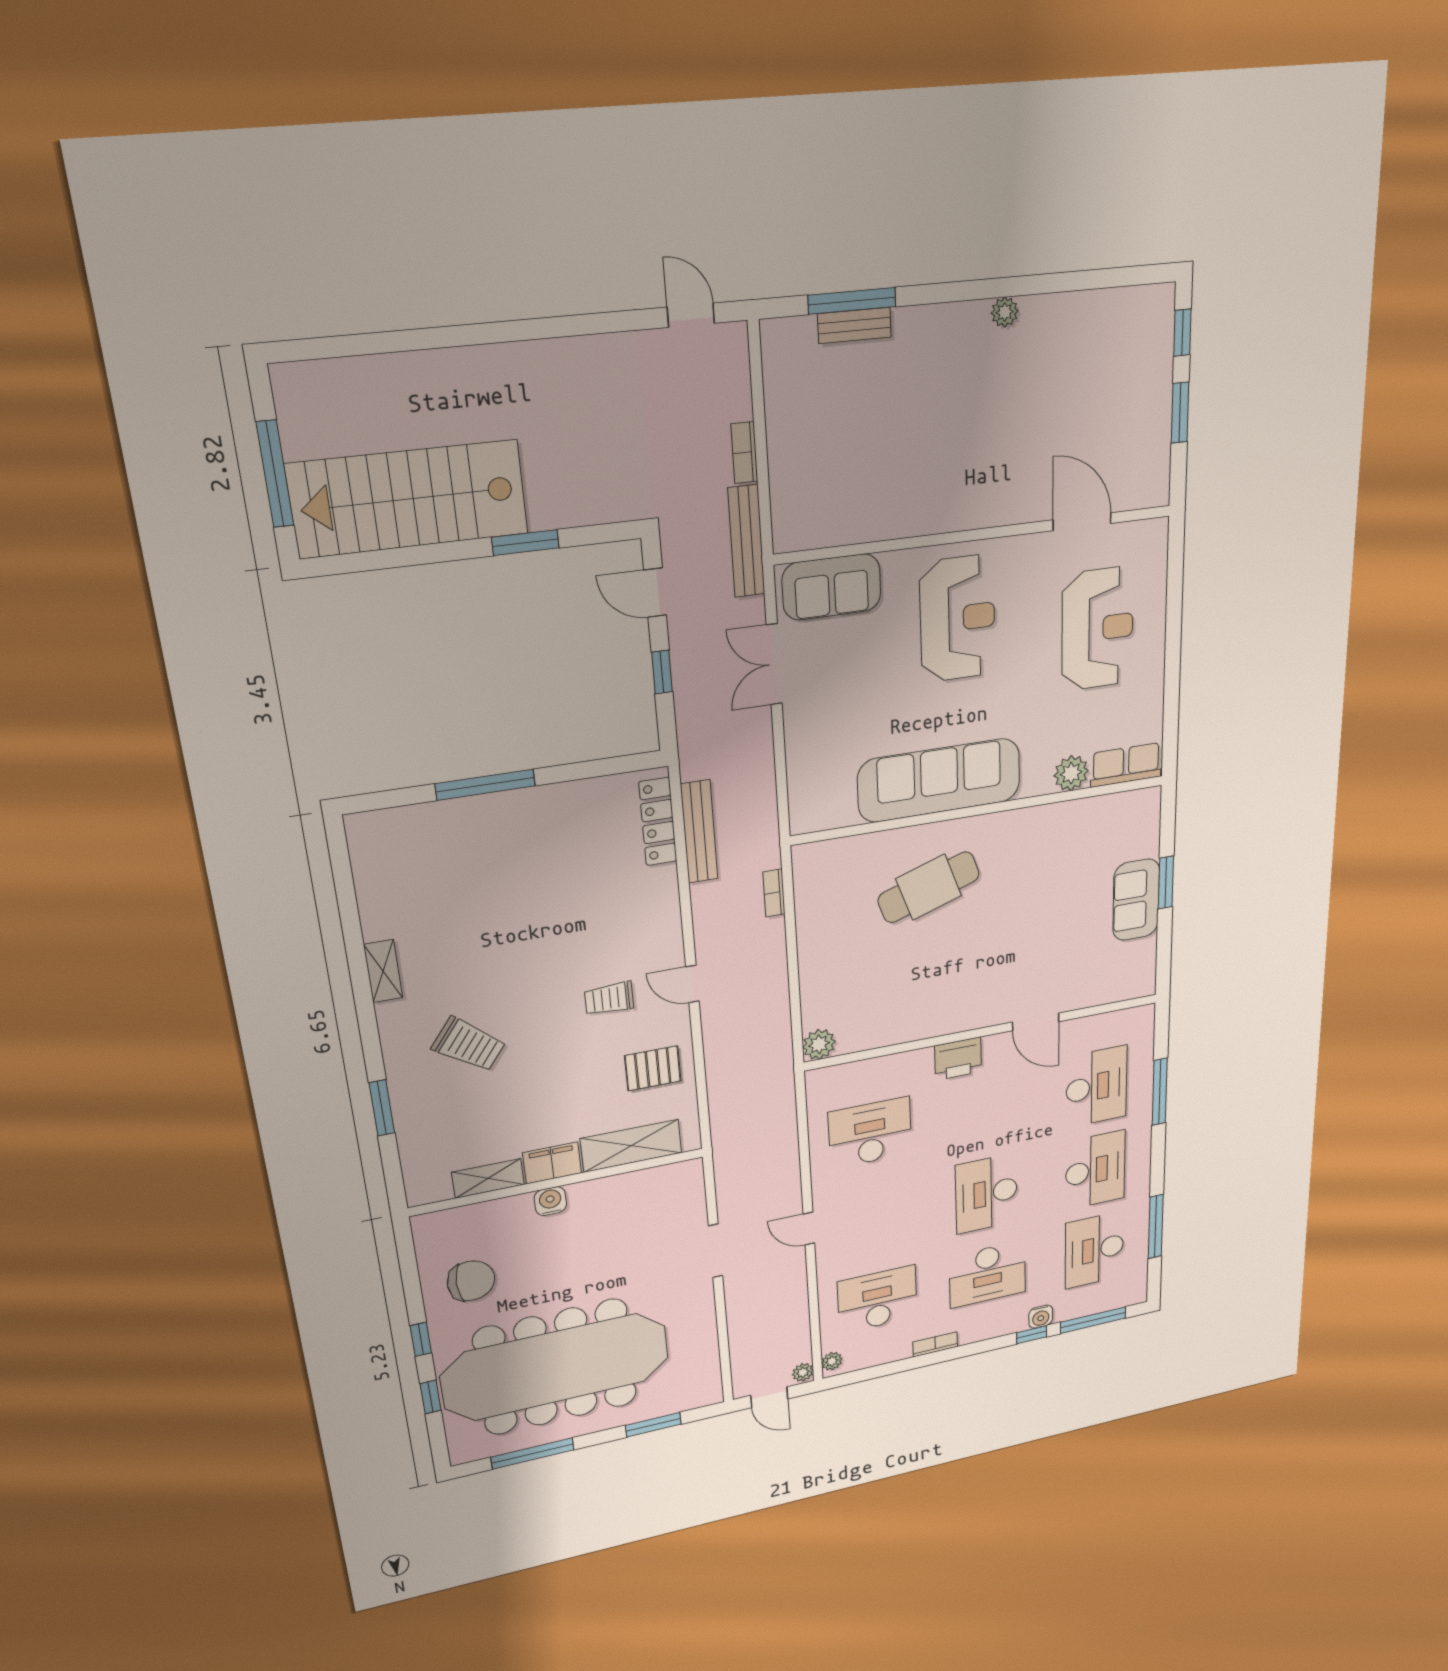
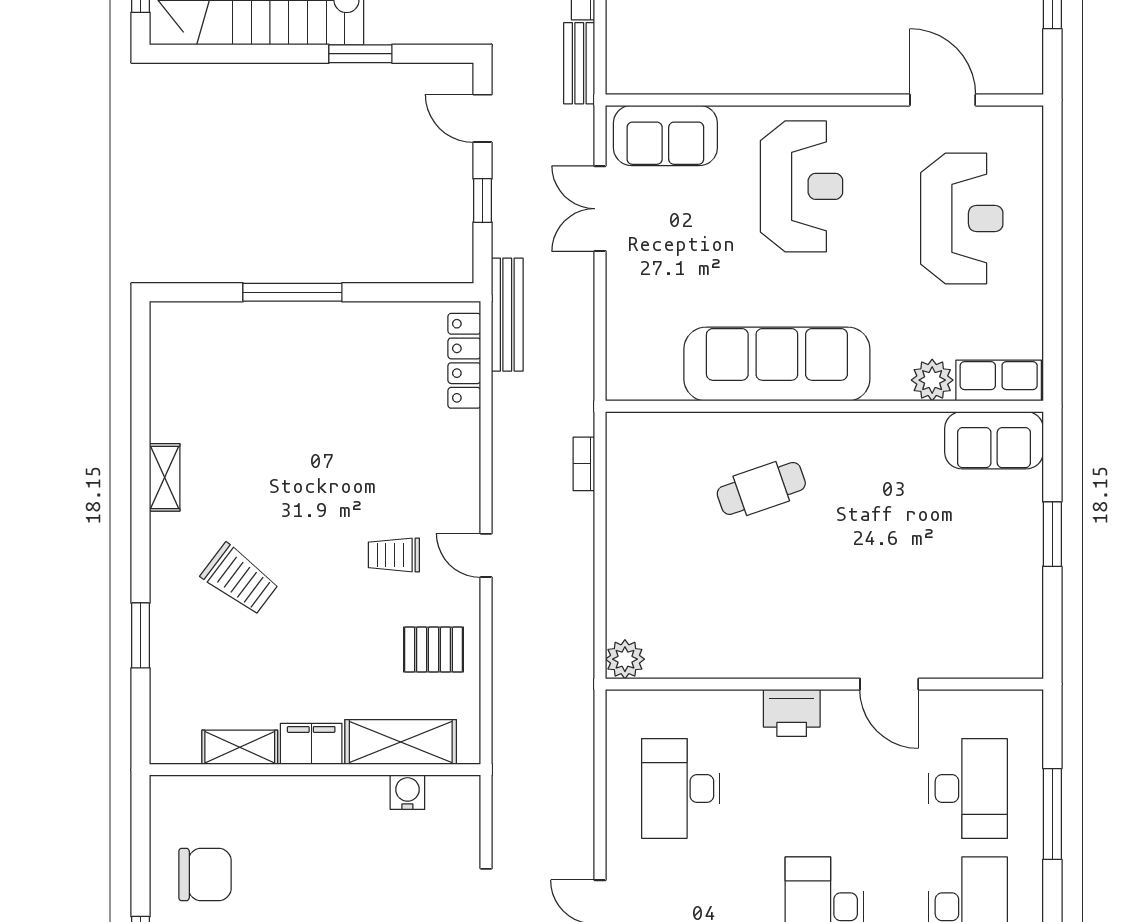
bench: (746, 541) -> (579, 63), width x0.73
bench: (699, 832) -> (507, 315), moved
cafe table: (929, 887) -> (761, 488), width x0.73, depth x0.74
sofa: (1136, 900) -> (994, 440), moved, turned -90
desk: (870, 1133) -> (681, 788), turned -90
water cooler: (550, 1201) -> (407, 792), moved

